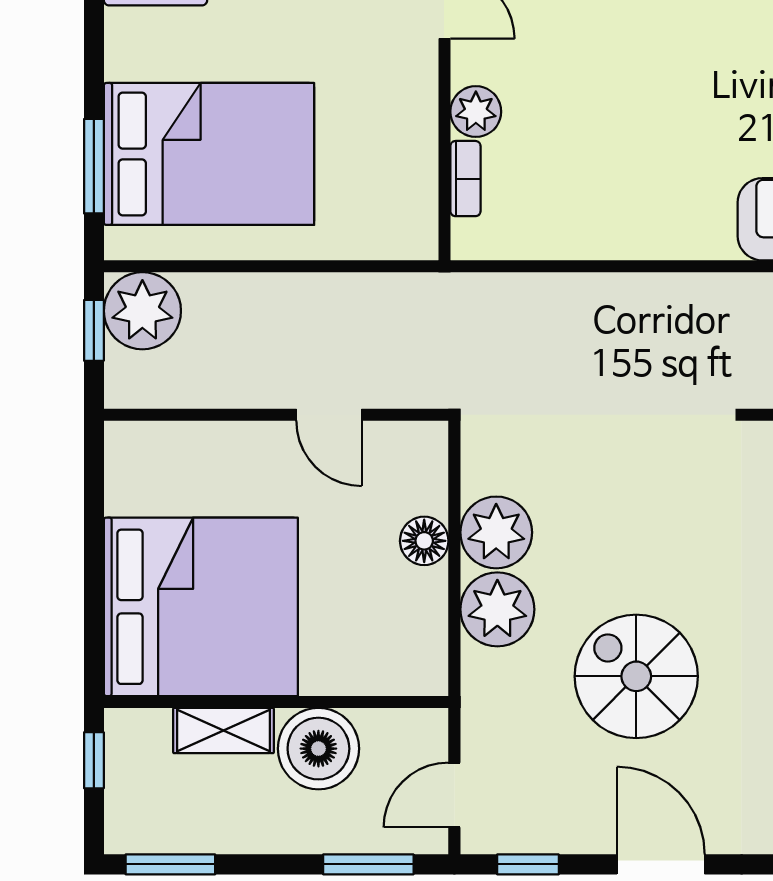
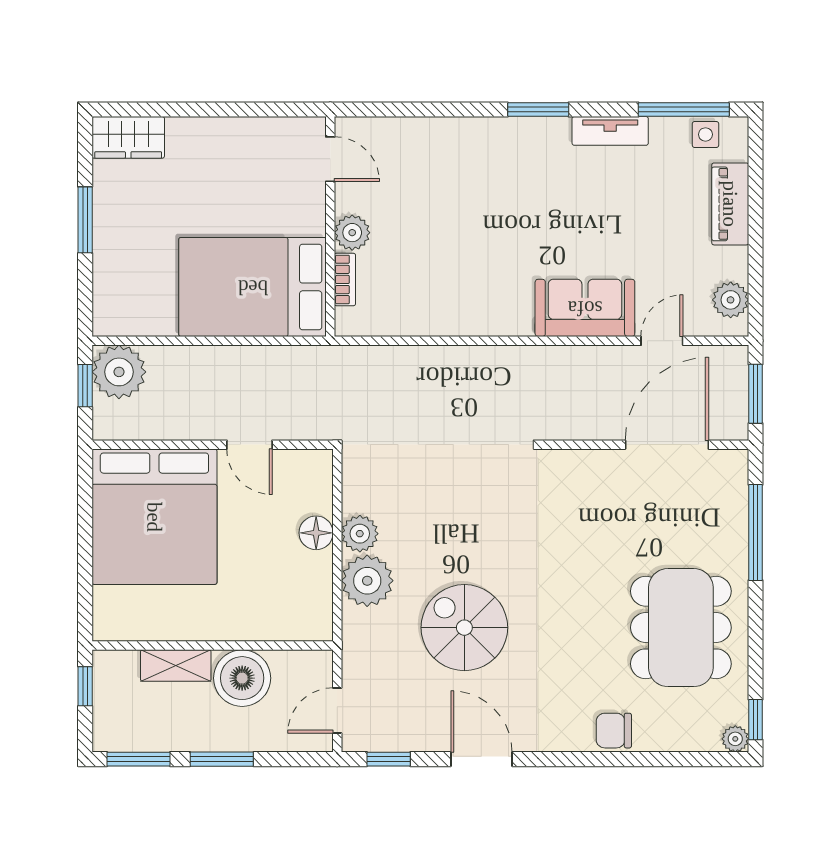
bed: (209, 154) -> (253, 287), moved, turned 180
window: (94, 166) -> (85, 220), moved
plant: (496, 532) -> (360, 534), width x0.73, depth x0.73
bed: (201, 607) -> (154, 517), moved, turned 90
window: (368, 864) -> (222, 759), moved

